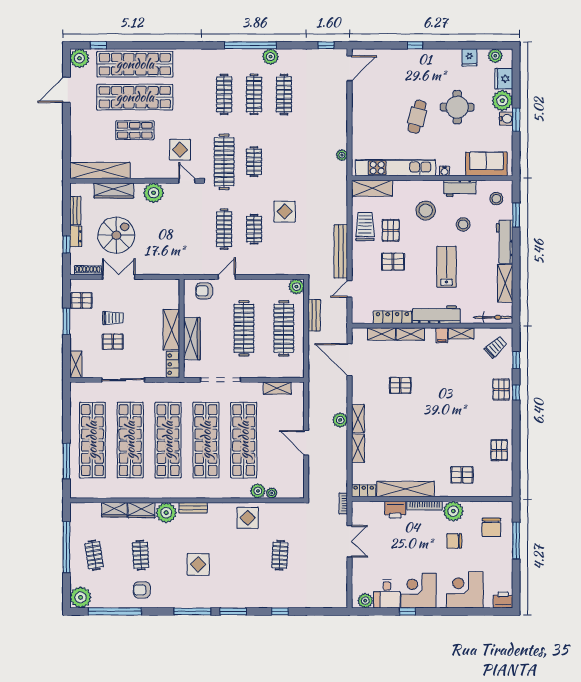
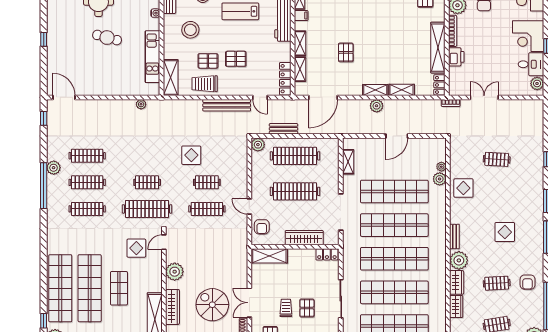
kitchen unit: (395, 168) -> (152, 57), width x0.73
pallet: (393, 262) -> (236, 59), turned 90
locker: (392, 317) -> (285, 79), moved
shelving: (171, 330) -> (269, 256), moved

